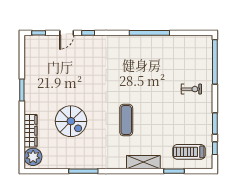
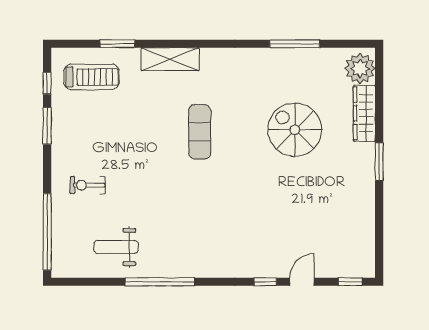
weight bench: (175, 53) -> (116, 247), added
window: (22, 90) -> (379, 162), moved
window: (83, 171) -> (295, 44), moved

